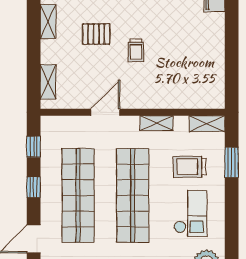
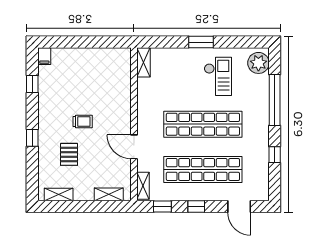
shelving: (156, 123) -> (143, 186), moved
window: (232, 162) -> (201, 42), moved
trolley: (190, 167) -> (179, 77), removed
checkout: (190, 213) -> (218, 76), turned 90

